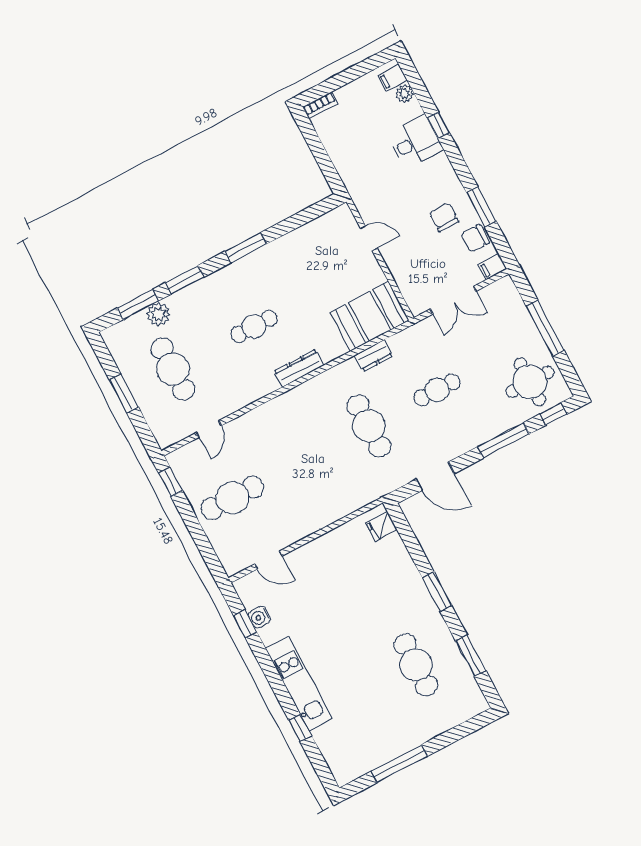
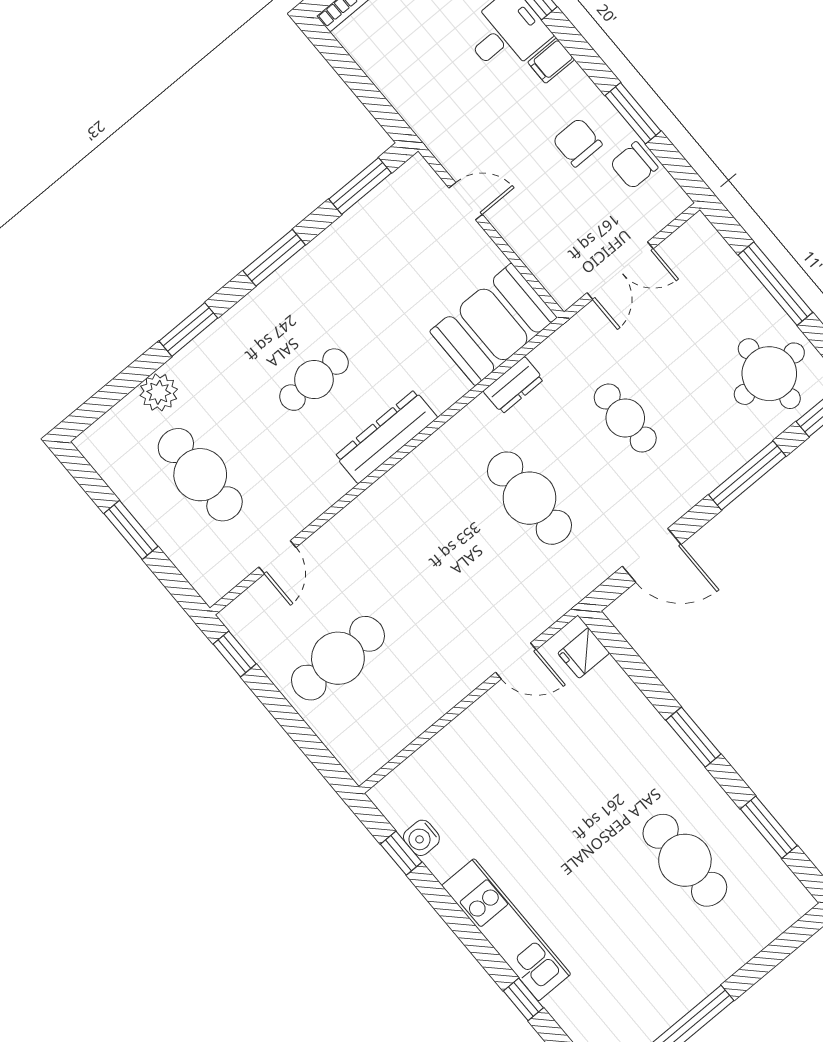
filing cabinet: (492, 267) -> (551, 61), moved
window: (138, 304) -> (360, 186), moved
dresser: (299, 368) -> (386, 437), width x1.37, depth x1.24
cafe table: (437, 390) -> (625, 418), turned 90
door: (268, 560) -> (516, 661), moved

